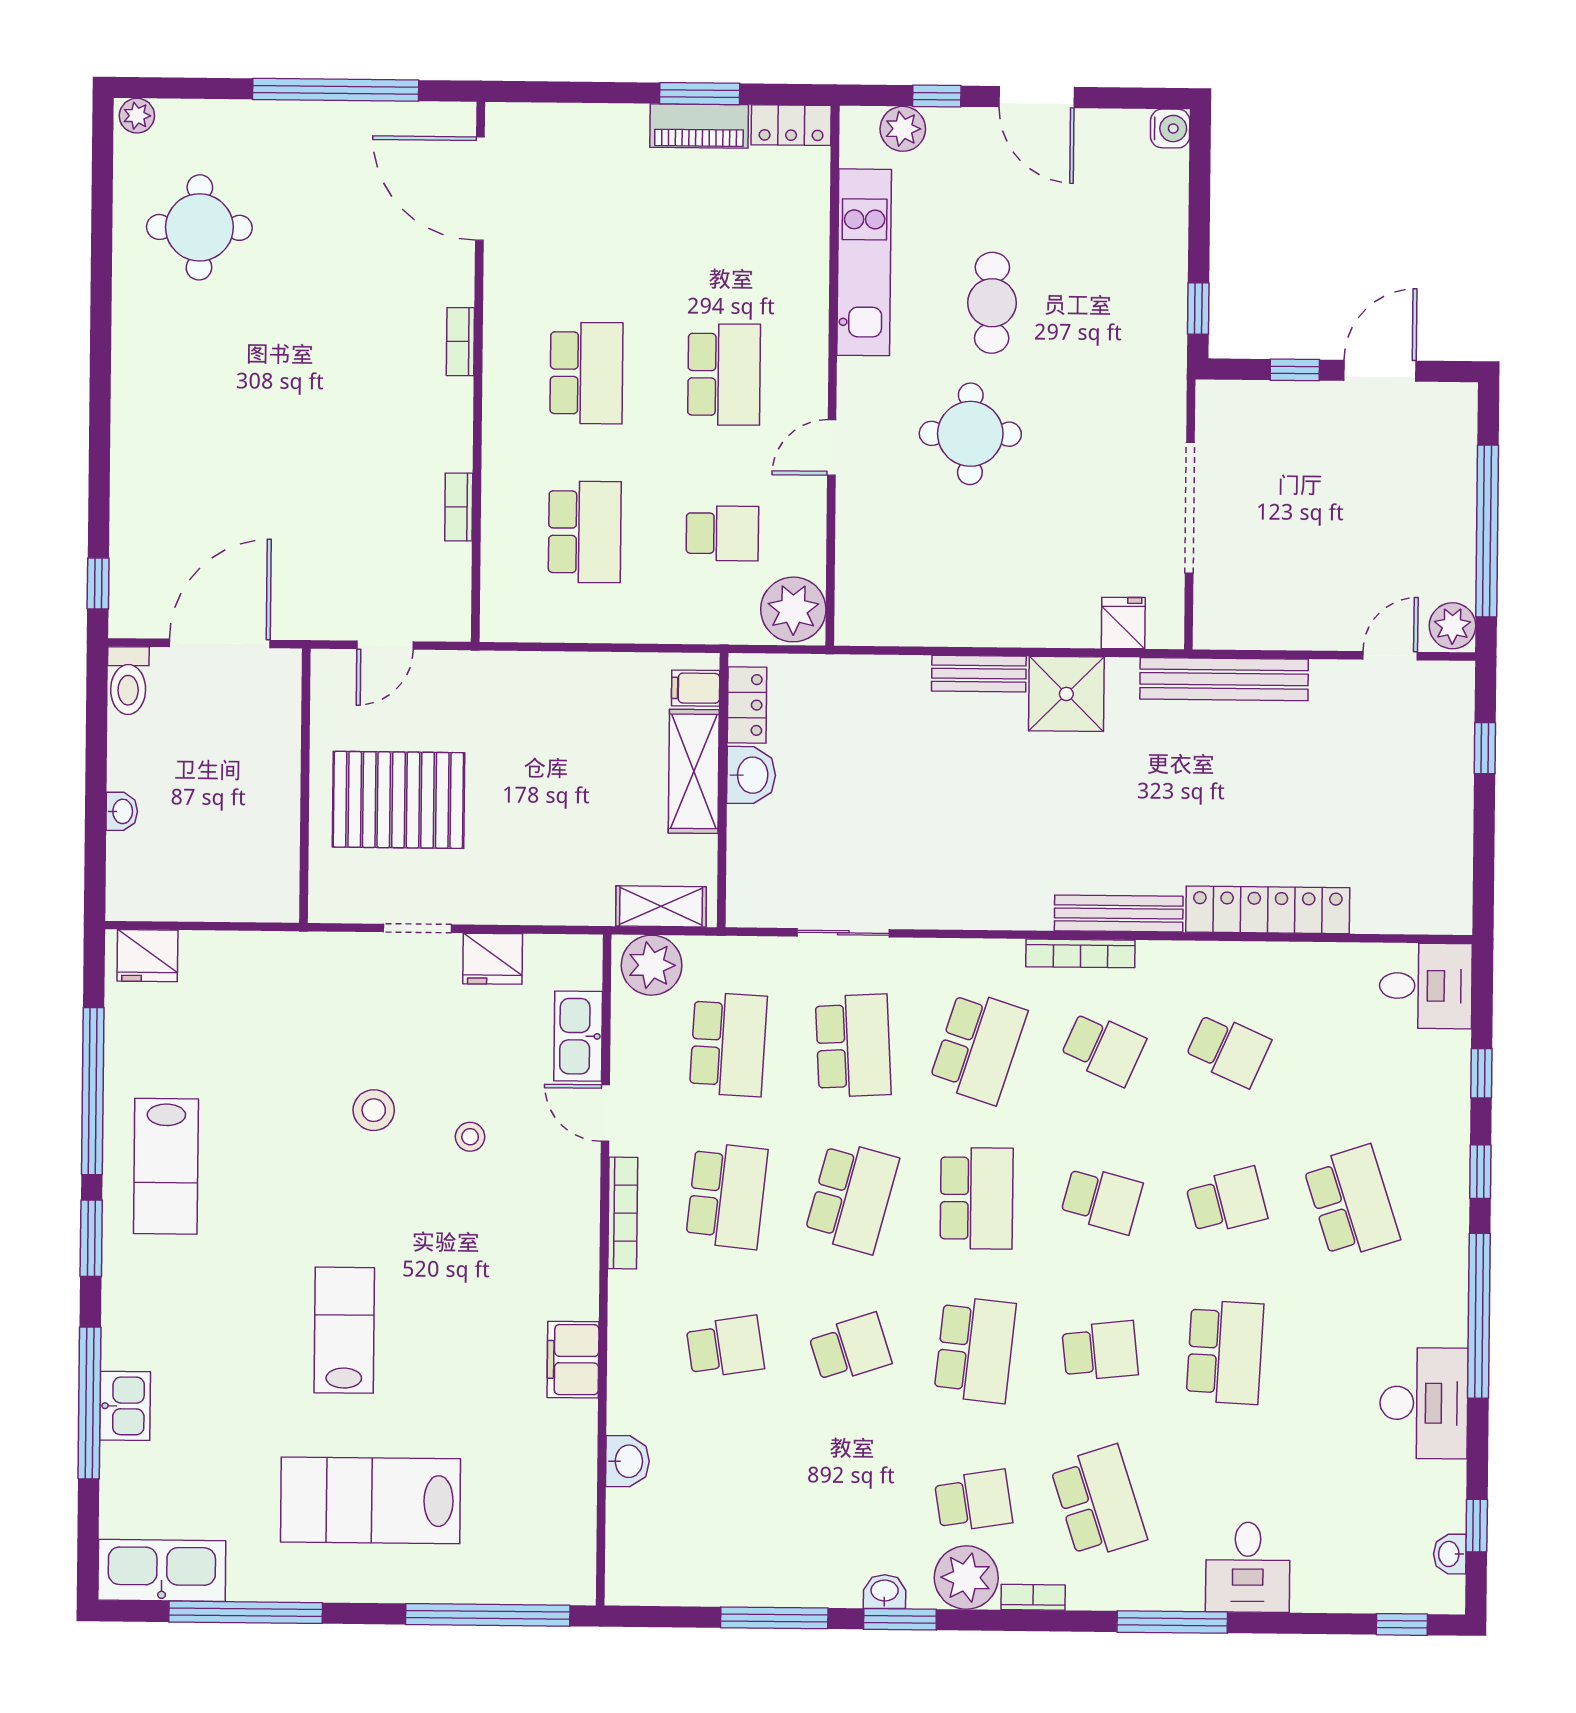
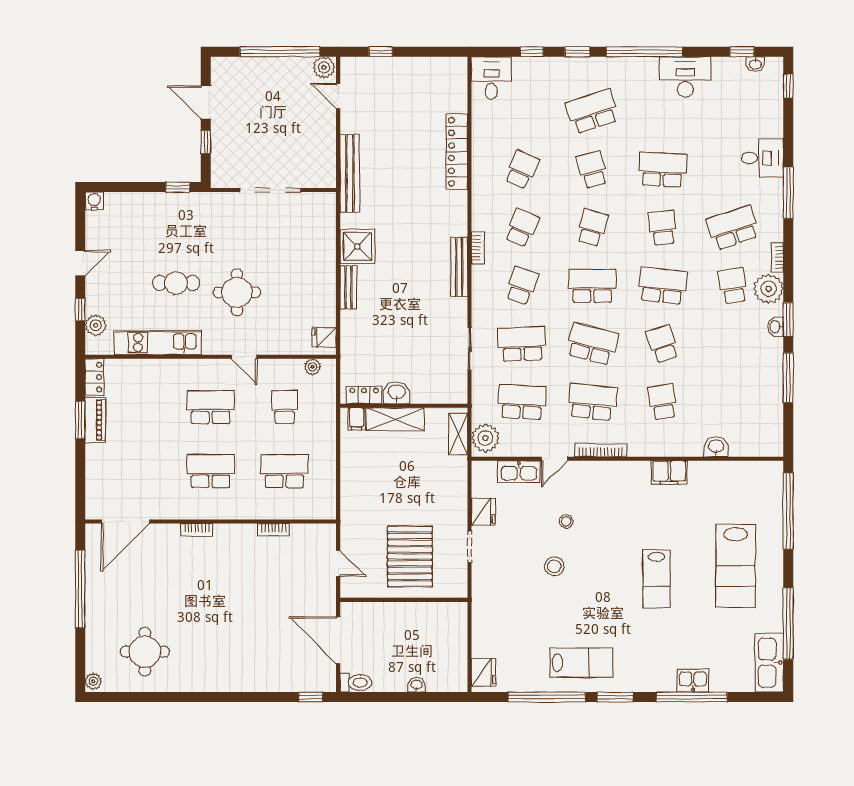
door: (1037, 97) -> (80, 263), width x0.73
plant: (793, 609) -> (312, 367), width x0.53, depth x0.53
fridge: (1123, 623) -> (324, 337), moved
bench: (1119, 914) -> (459, 267), moved
bookcase: (1080, 953) -> (478, 248), width x0.64
school desk: (978, 1047) -> (522, 286), width x0.54
lab bench: (344, 1330) -> (657, 579), turned -90

